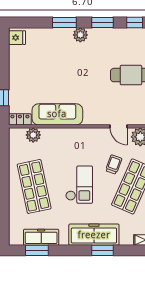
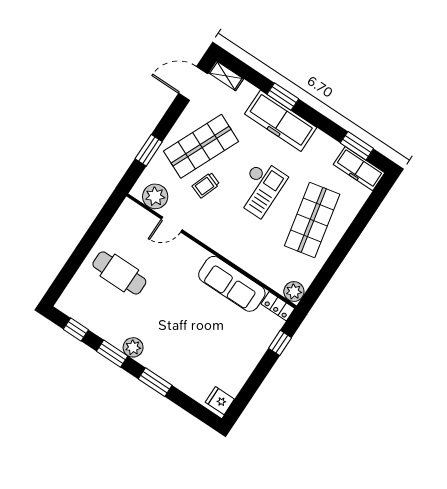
plant: (80, 35) -> (133, 347), moved
door: (119, 126) -> (172, 224), swing flipped
plant: (33, 135) -> (294, 292), moved
checkout: (79, 185) -> (260, 188), turned 180
freezer: (41, 237) -> (359, 169), moved

